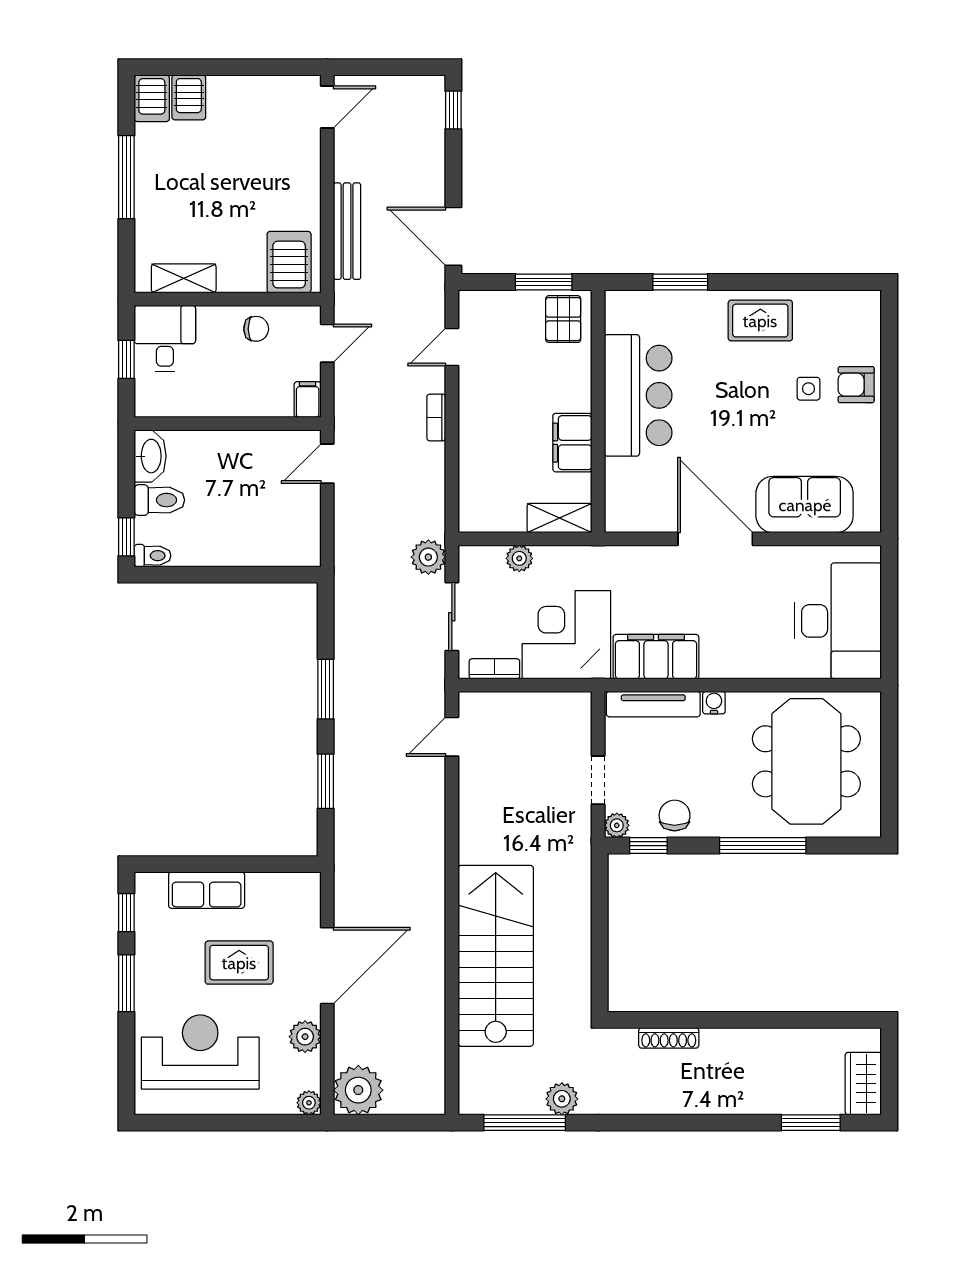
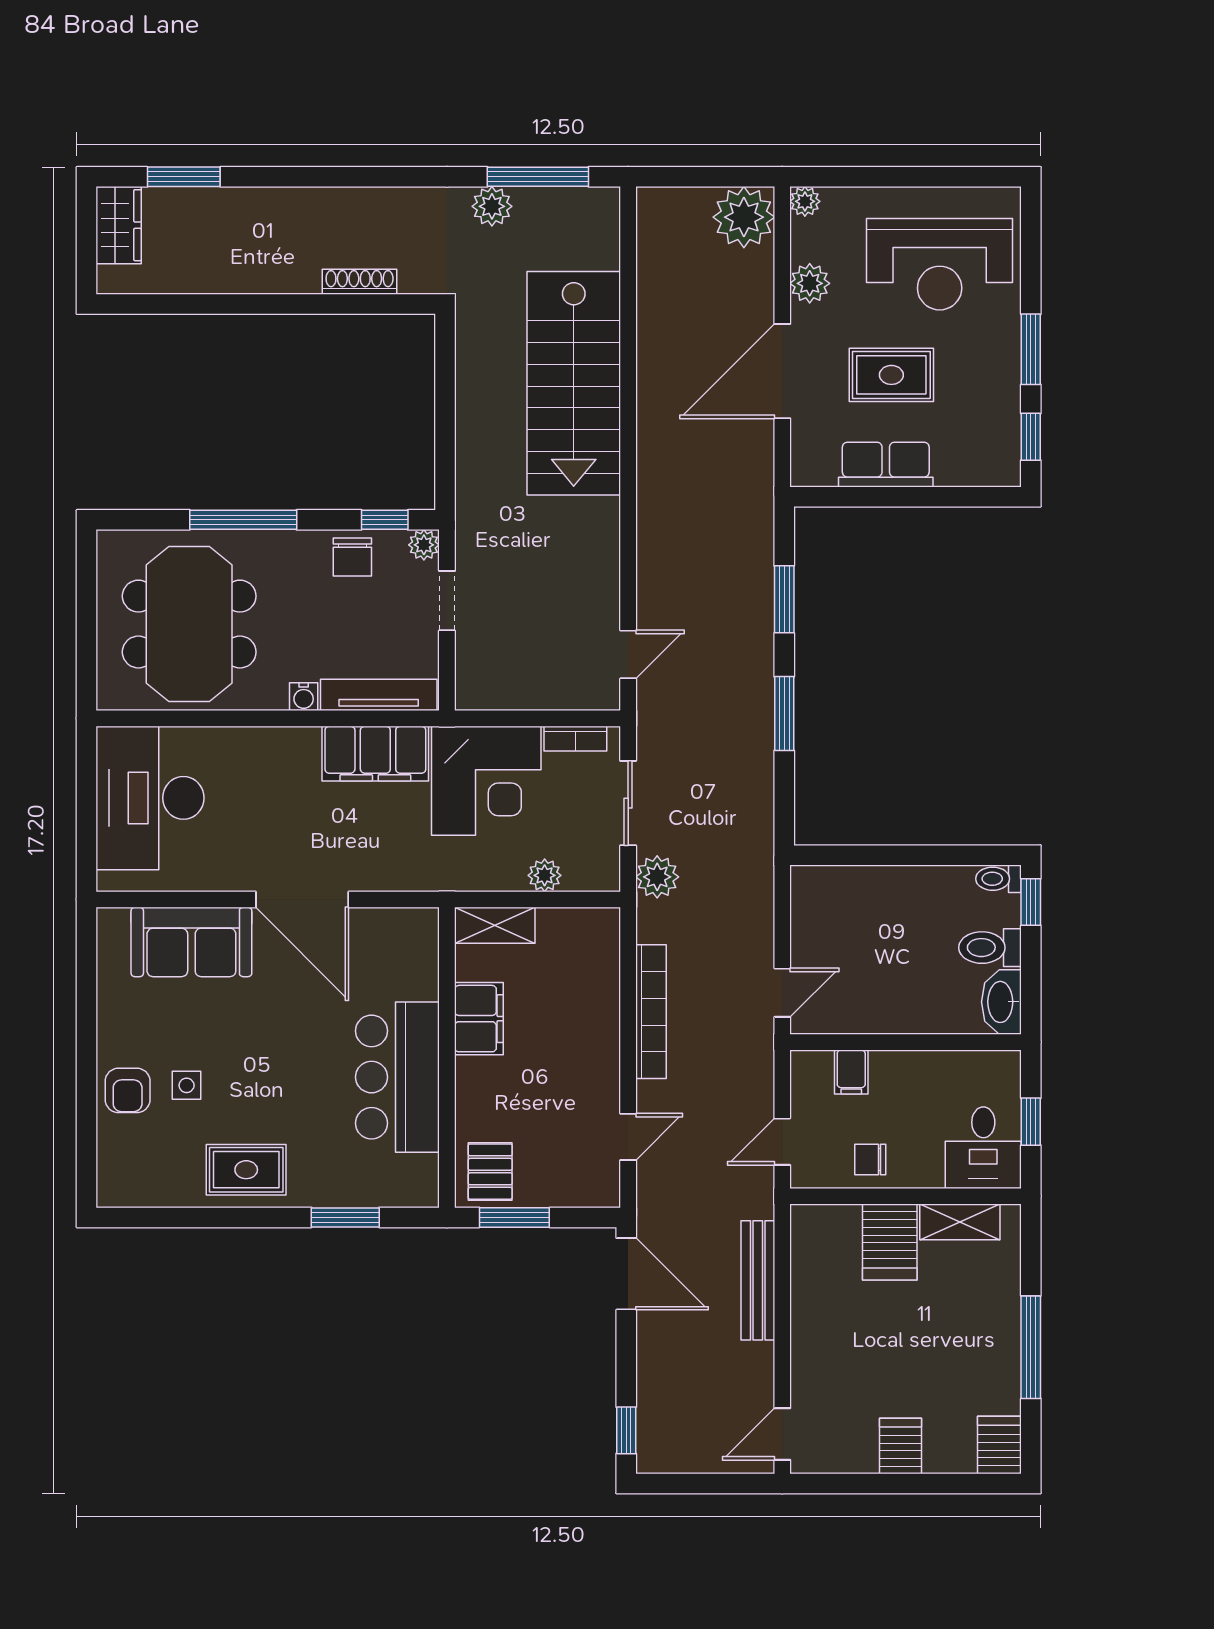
server rack: (189, 97) -> (900, 1446), moved
server rack: (289, 262) -> (890, 1242), moved
armchair: (856, 385) -> (128, 1090), turned 90
filing cabinet: (308, 400) -> (851, 1072), moved
bookcase: (436, 417) -> (651, 1012), width x2.31, depth x1.31
row of seats: (207, 890) -> (886, 465), moved

